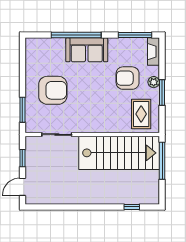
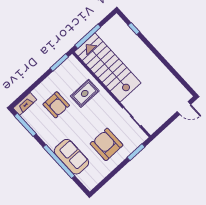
sofa: (87, 50) -> (71, 157), moved
plant: (154, 82) -> (44, 86), removed
window: (162, 93) -> (59, 63), moved
rug: (141, 114) -> (85, 93), moved
window: (22, 158) -> (166, 125), removed

